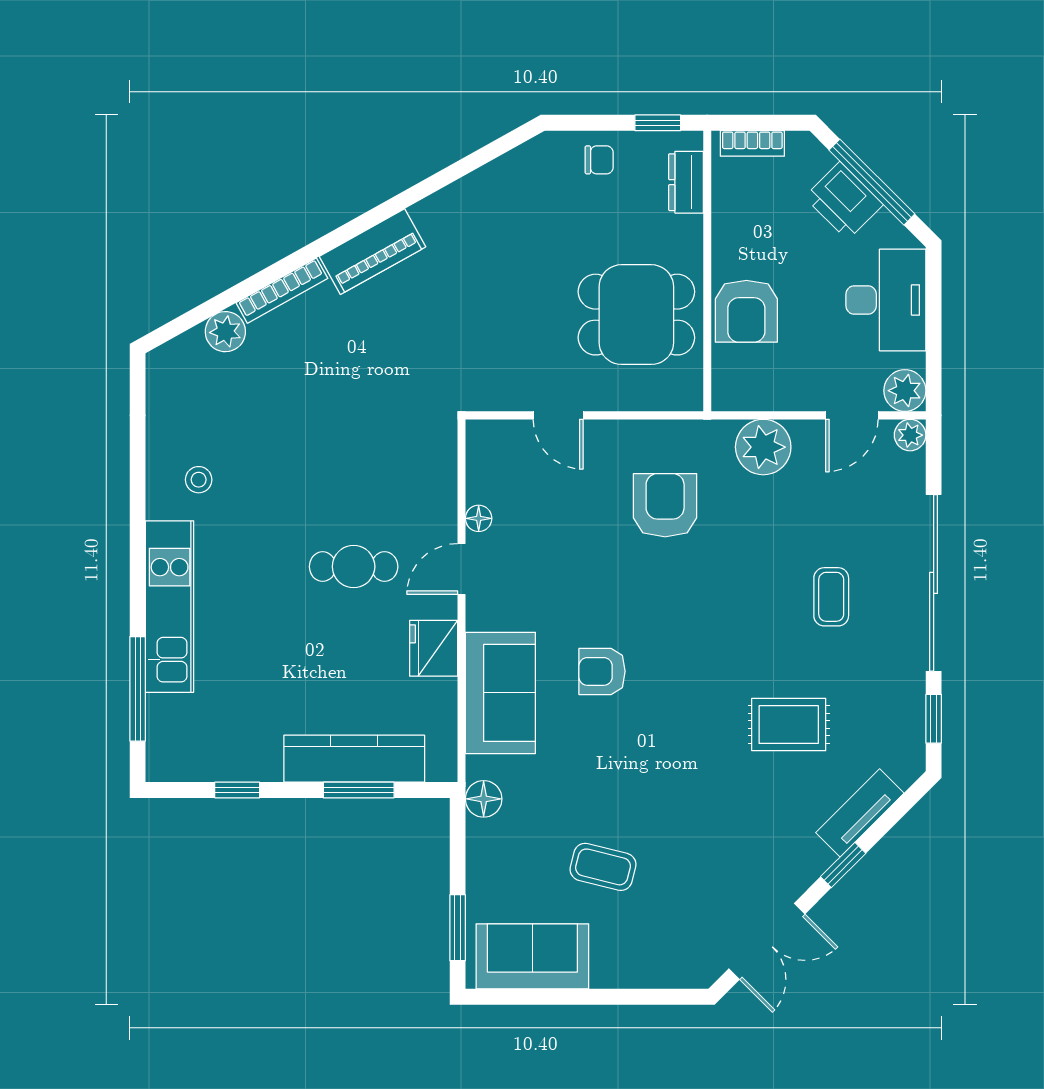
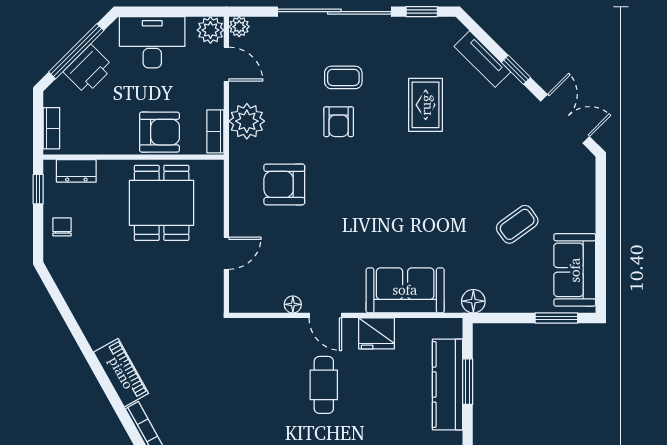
bookcase: (747, 398) -> (215, 131), added
armchair: (602, 671) -> (339, 122), moved
coffee table: (603, 867) -> (517, 224), turned 40

